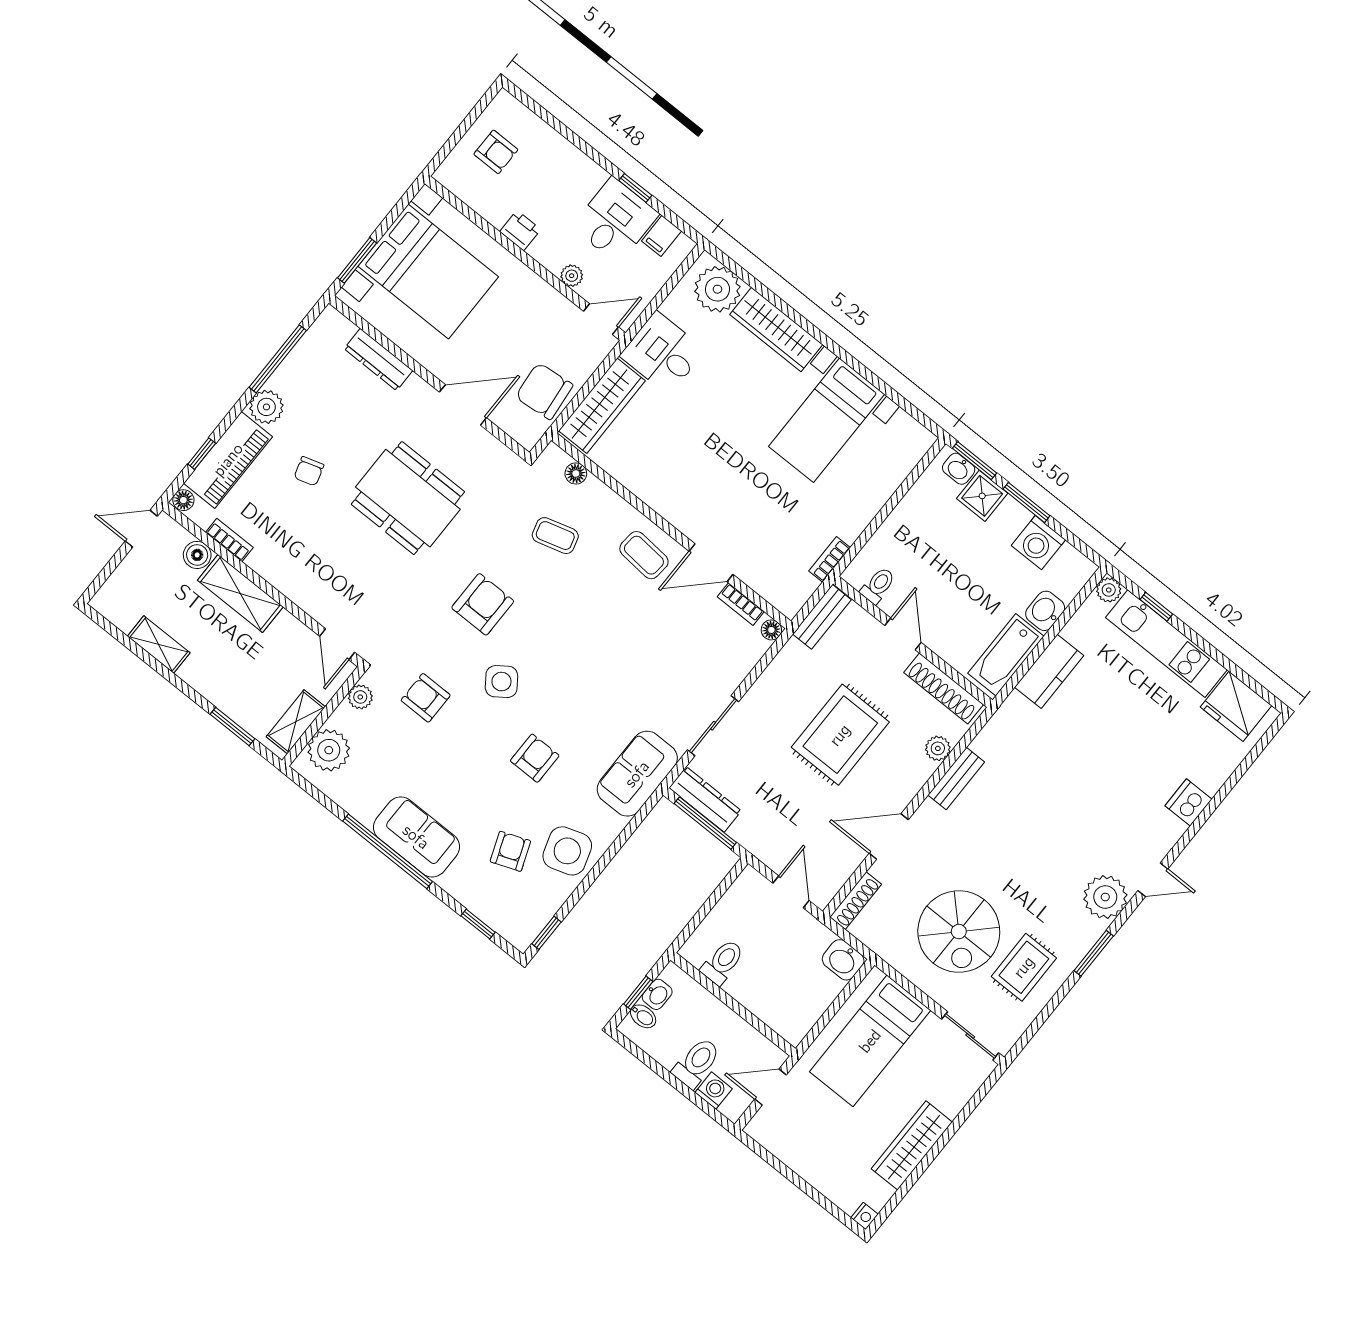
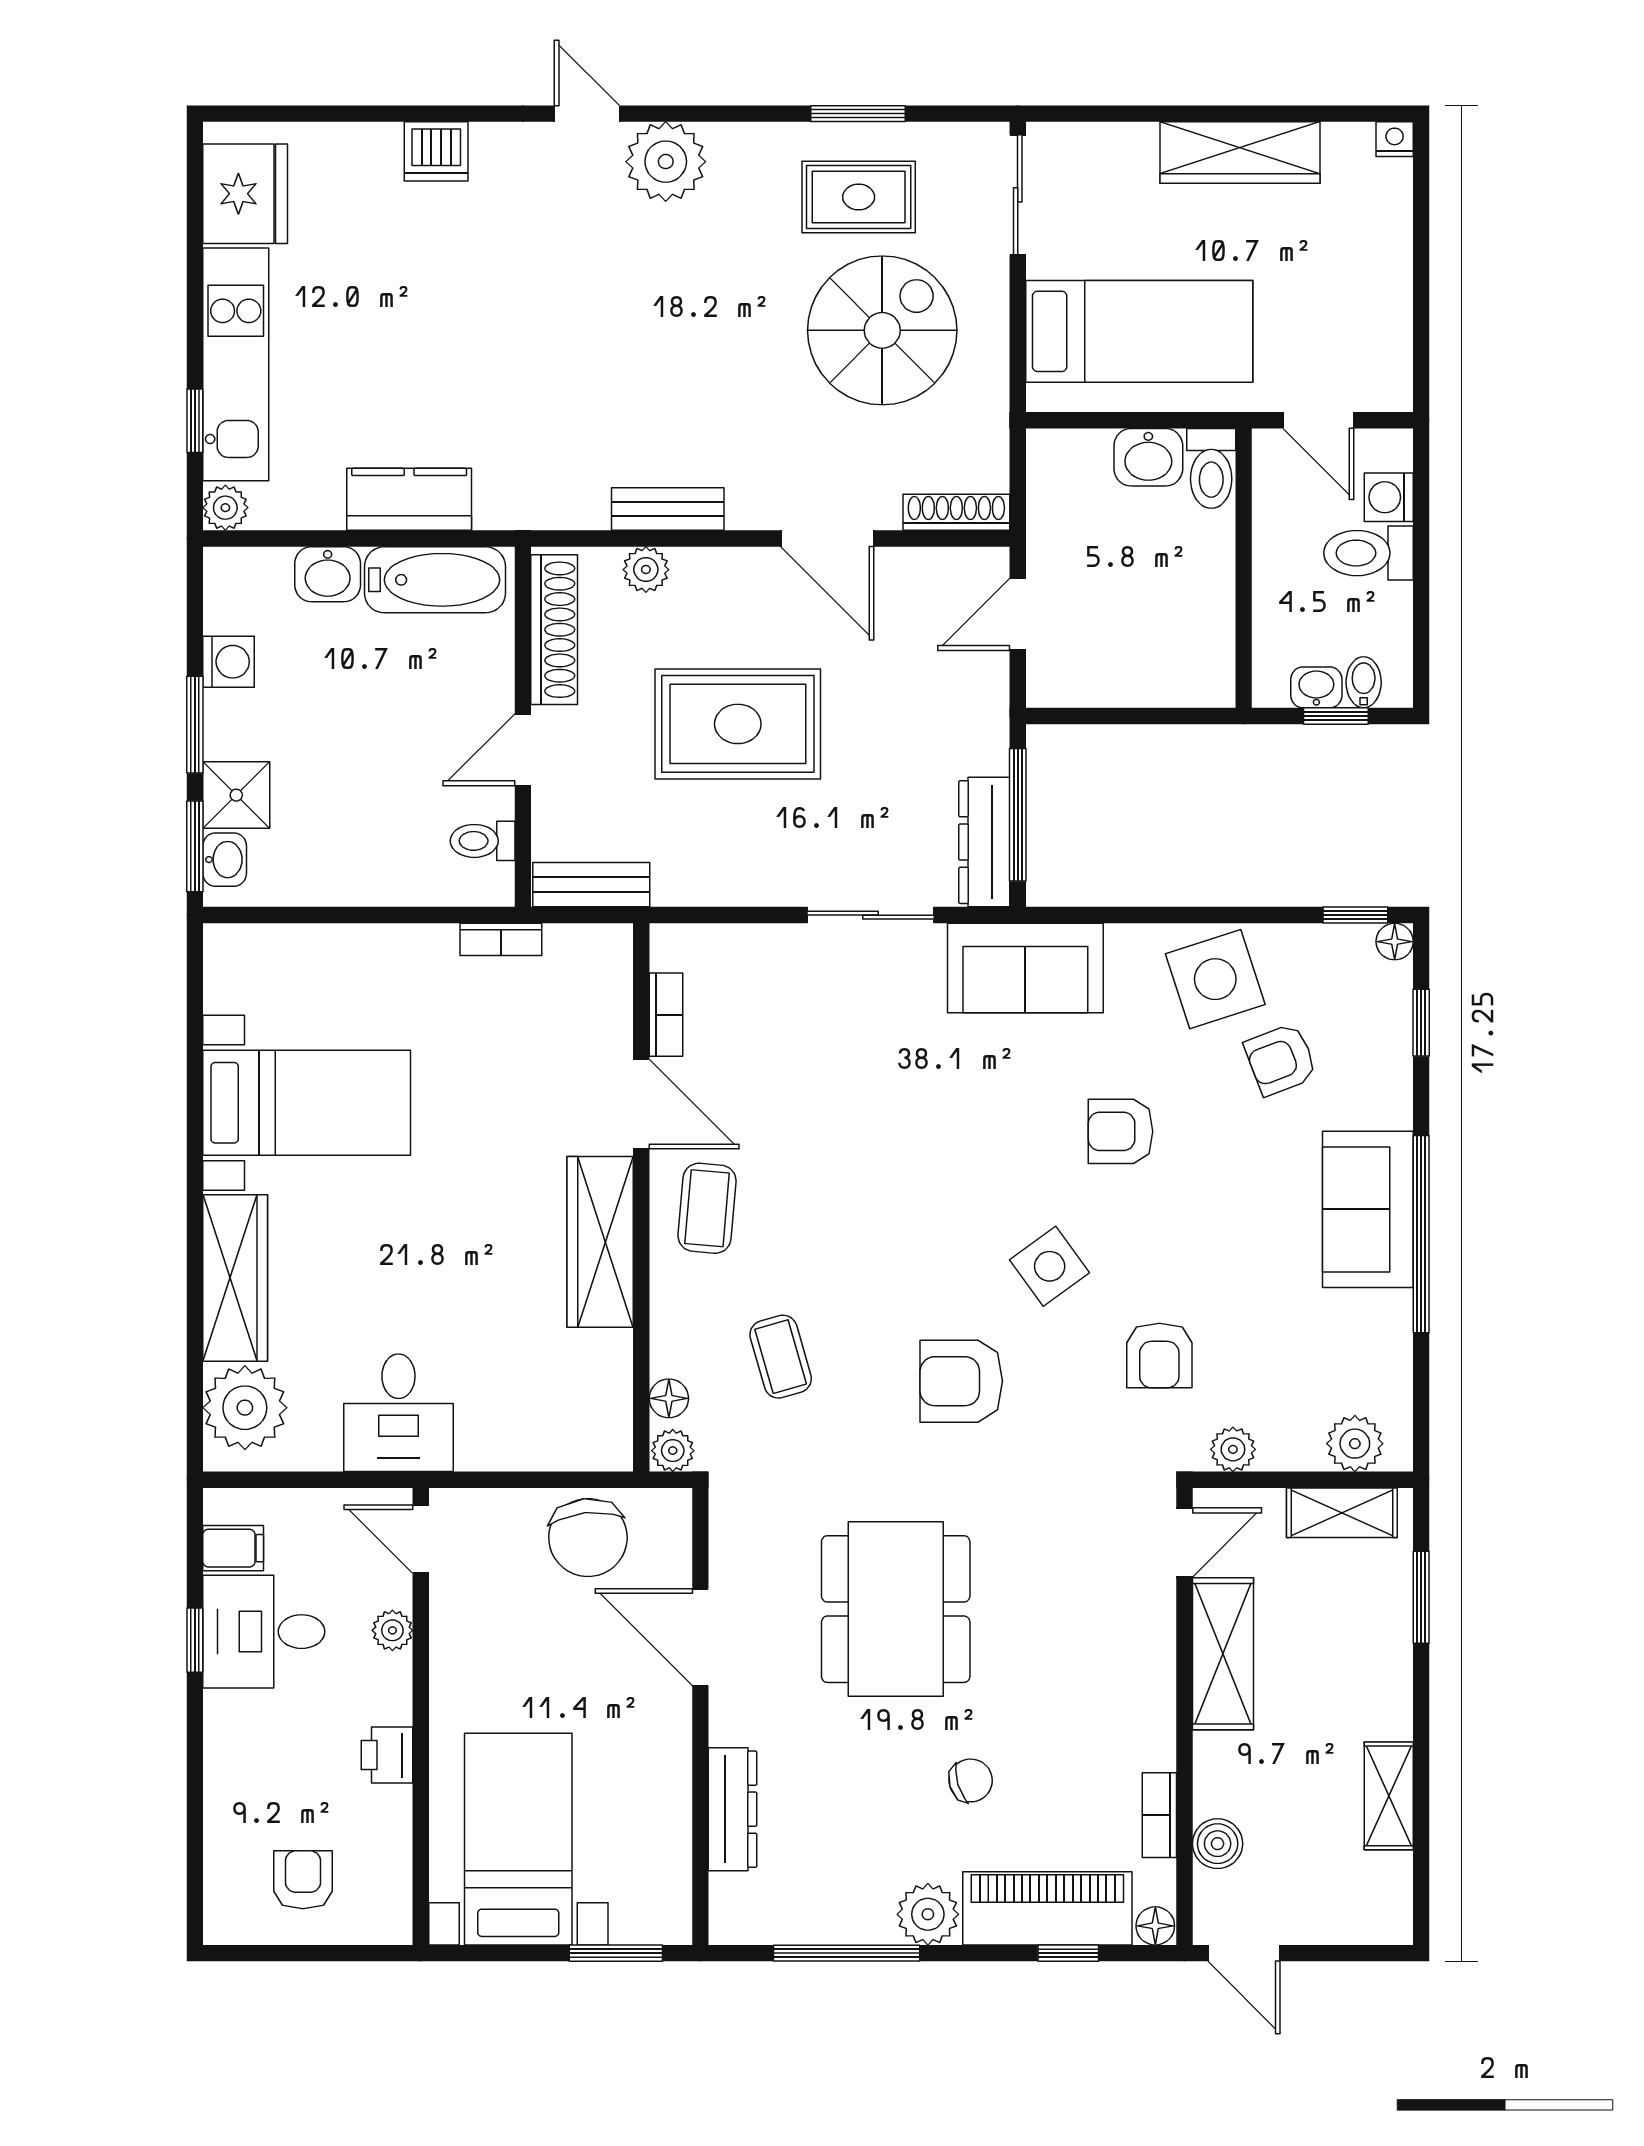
bed with nightstands: (428, 272) -> (518, 1839), width x0.73
wardrobe: (602, 406) -> (600, 1242), moved, turned -90
plant: (552, 457) -> (673, 1451), added
washing machine: (1038, 543) -> (229, 662), width x0.73, depth x0.73
shelving: (240, 594) -> (1223, 1654), moved
floor lamp: (771, 630) -> (1395, 942), moved
plant: (329, 750) -> (1355, 1444), width x0.73, depth x0.73
window: (1094, 953) -> (858, 114), moved
washbasin: (843, 960) -> (1148, 457), moved, turned 90
toilet: (723, 962) -> (1211, 468), moved, turned -90

